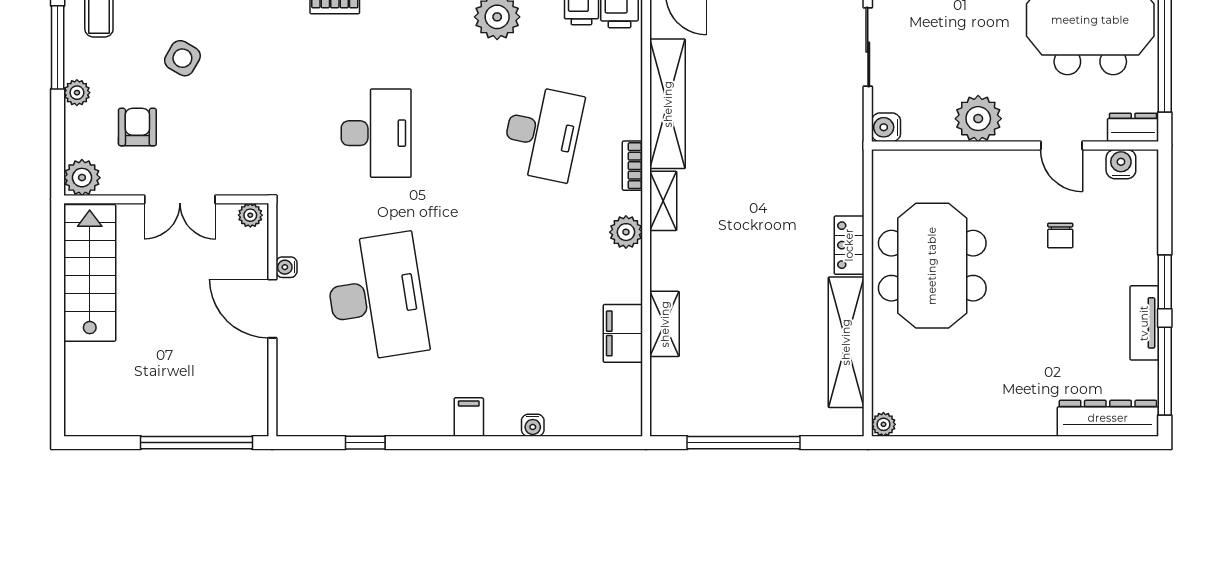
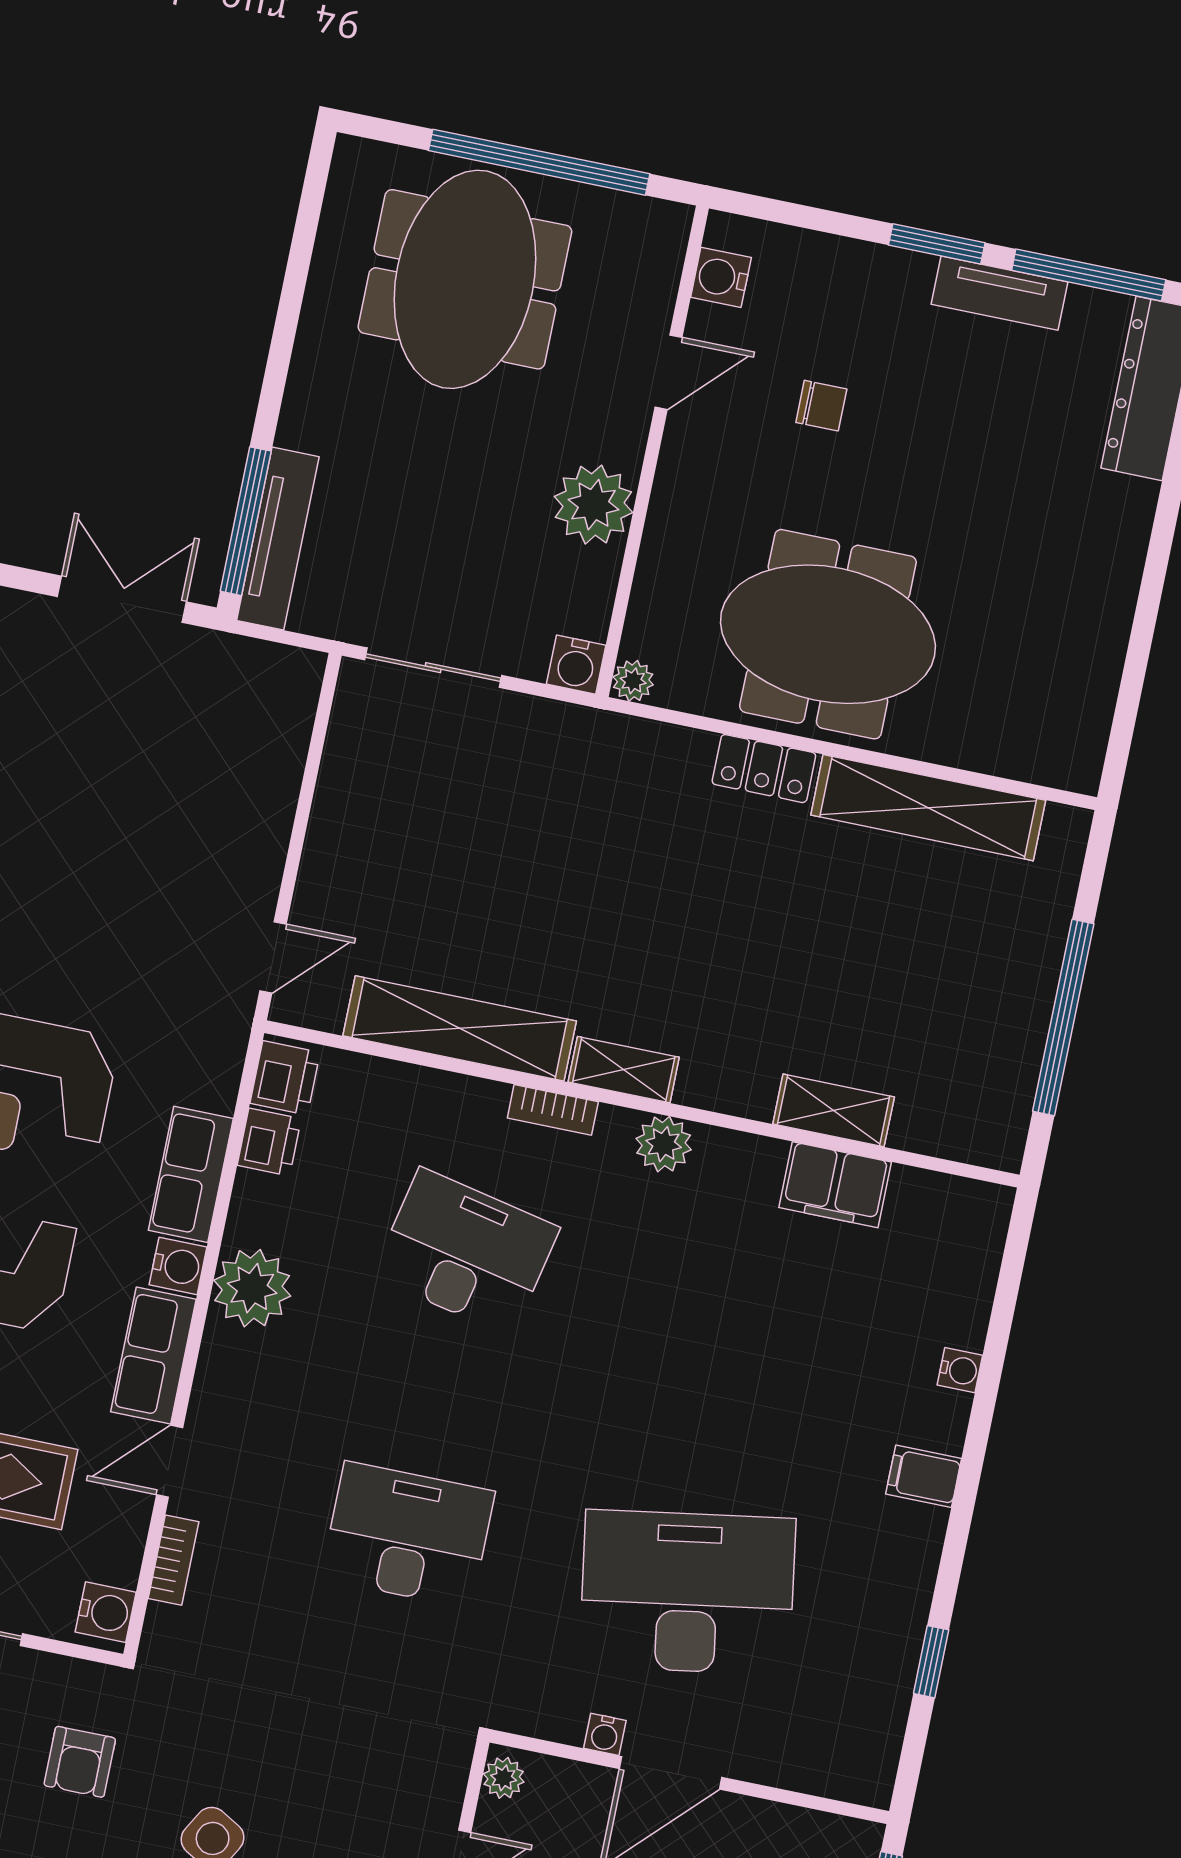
dresser: (1133, 127) -> (663, 244), removed
plant: (883, 424) -> (633, 681), moved

